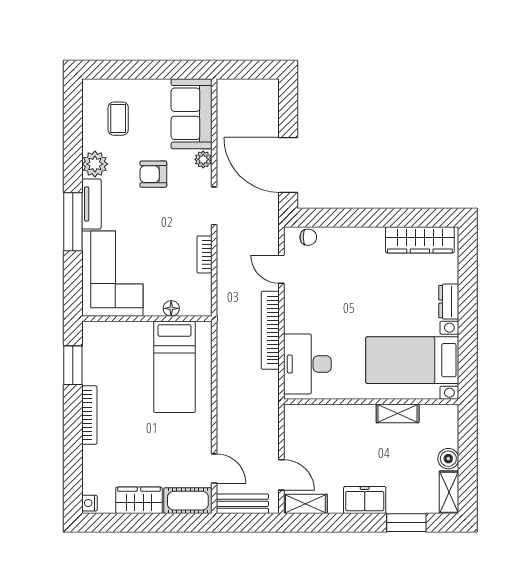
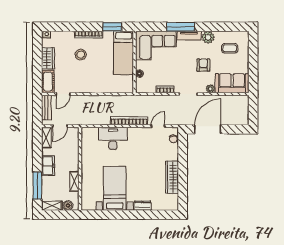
wardrobe: (420, 240) -> (172, 177), moved
bed: (174, 367) -> (124, 53), moved, turned -90
wall: (371, 402) -> (80, 169), moved
shelving: (398, 413) -> (74, 181), moved
stool: (131, 432) -> (81, 55), added
window: (406, 523) -> (37, 186), width x1.44

